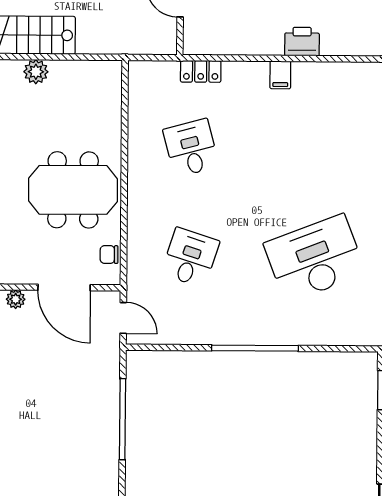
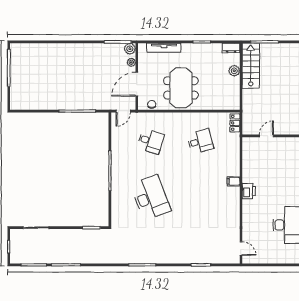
locker: (201, 71) -> (235, 123), moved

